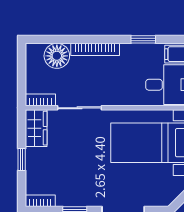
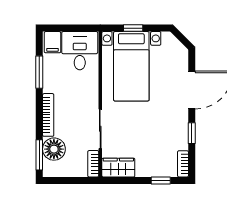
window: (50, 39) -> (39, 155), added
window: (143, 39) -> (39, 72), width x1.50
window: (22, 159) -> (161, 180), moved

